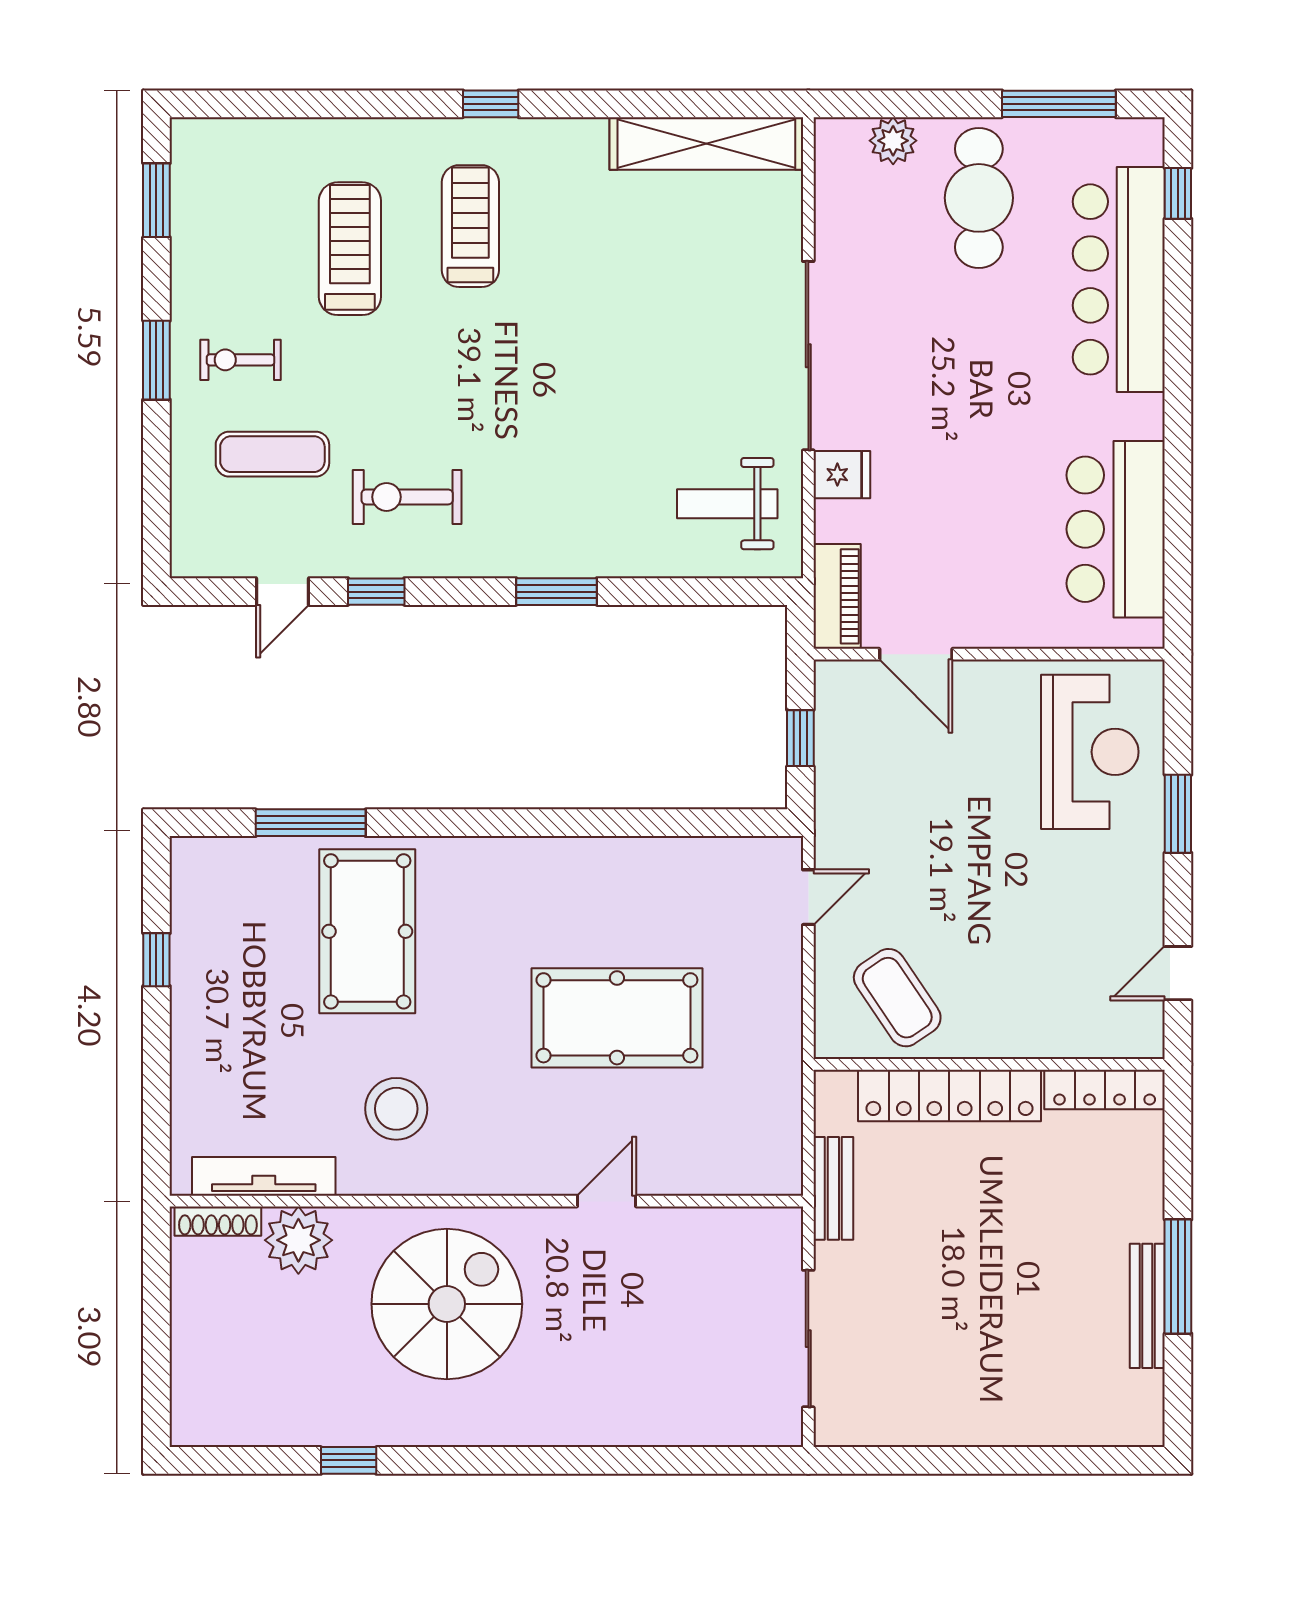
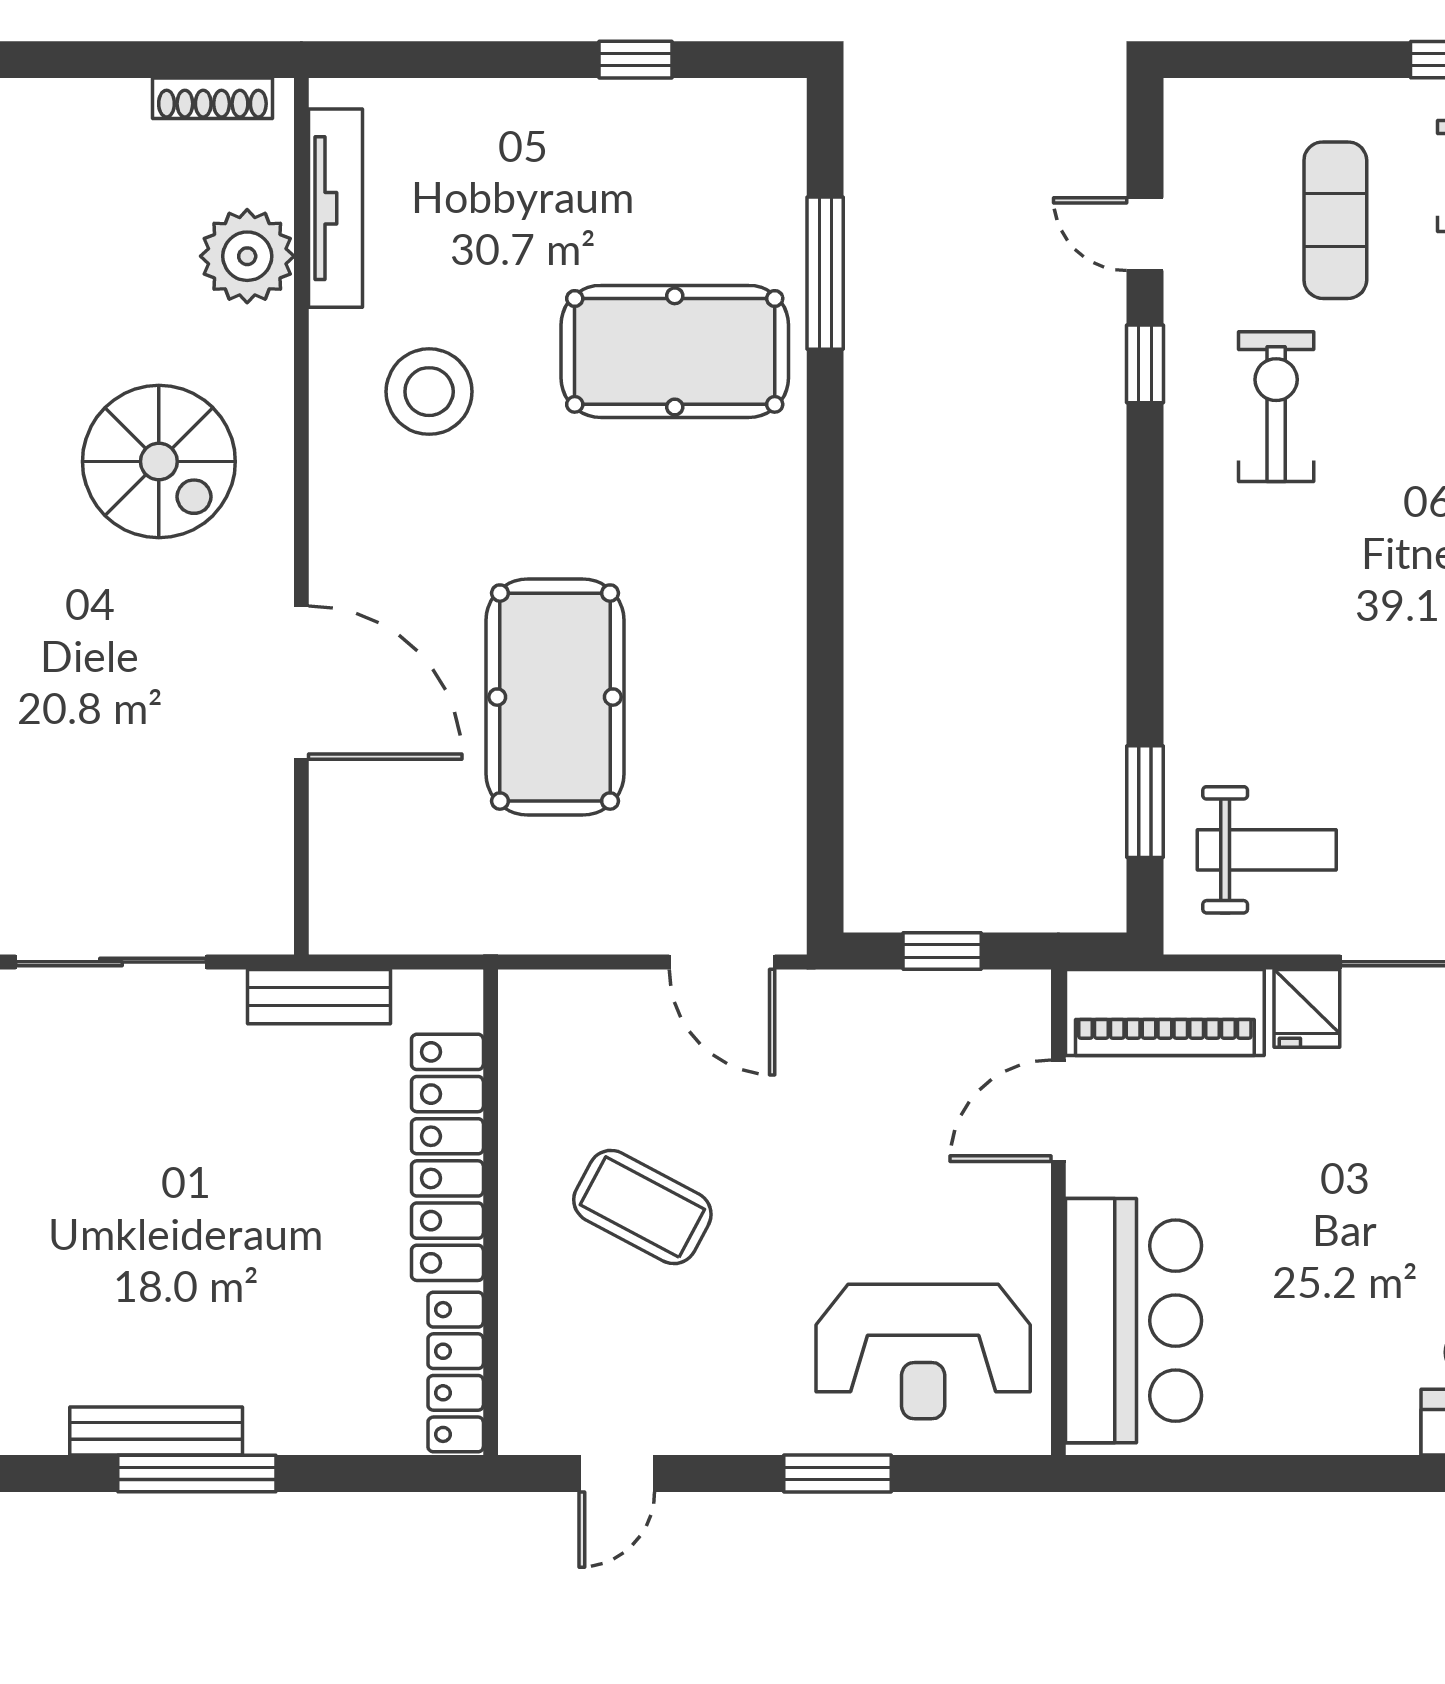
weight bench: (727, 504) -> (1267, 850), turned 90
bar counter: (1116, 529) -> (1134, 1321), moved, turned 90
window: (556, 592) -> (1145, 802), moved
piano: (837, 596) -> (1165, 1012), width x1.37, depth x1.33
door: (808, 897) -> (722, 962), width x1.38
door: (1178, 973) -> (617, 1474), swing flipped
coffee table: (897, 998) -> (642, 1207), moved, turned 62
door: (607, 1201) -> (301, 683), width x1.87
shoe rack: (218, 1221) -> (212, 98), moved, turned -90
spiral stairs: (447, 1304) -> (159, 462), width x0.73, depth x0.73

